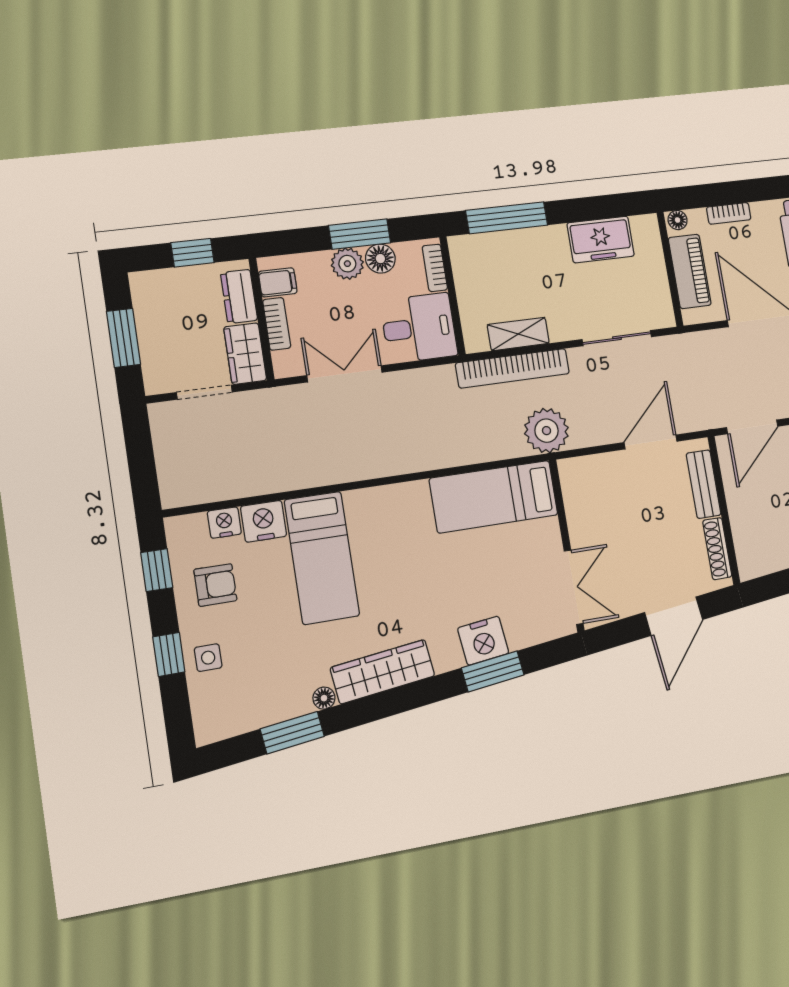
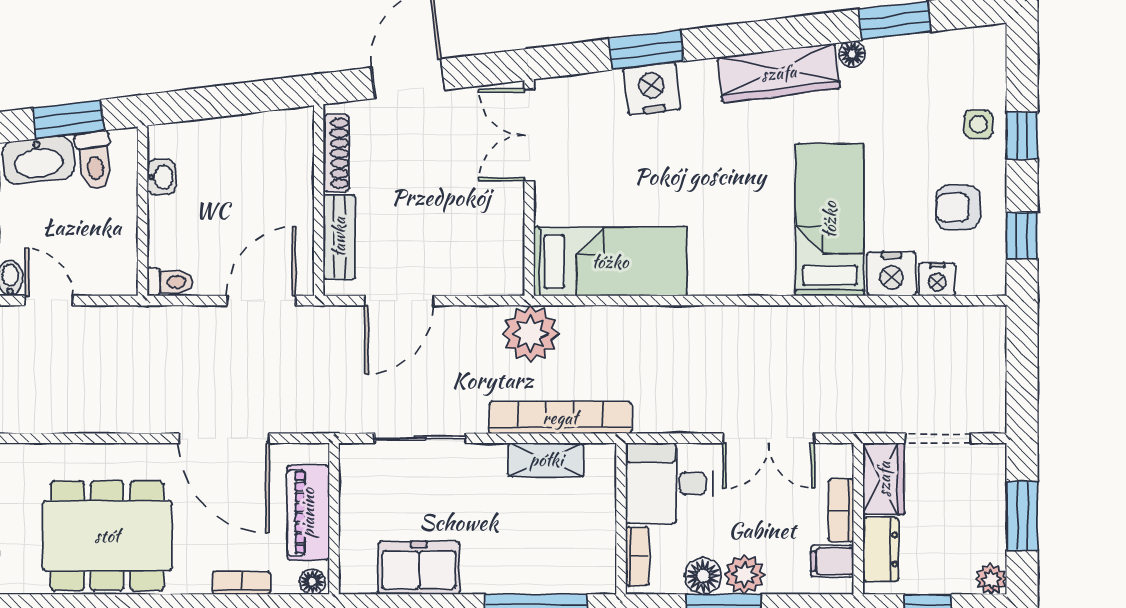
plant: (142, 284) -> (991, 579), added

